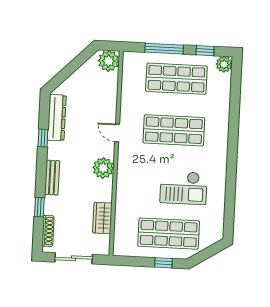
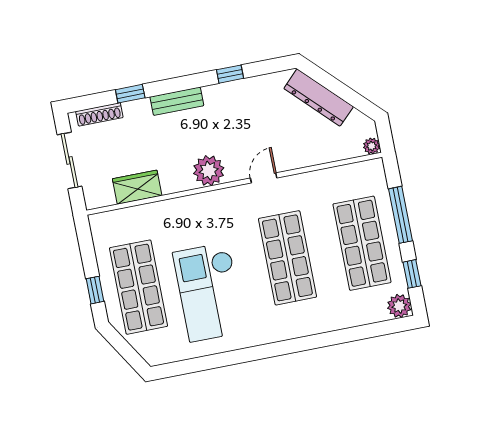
plant: (109, 61) -> (372, 146), width x0.53, depth x0.53
dresser: (57, 118) -> (319, 98), moved, turned 45
checkout: (184, 188) -> (209, 292), width x1.36, depth x1.21

